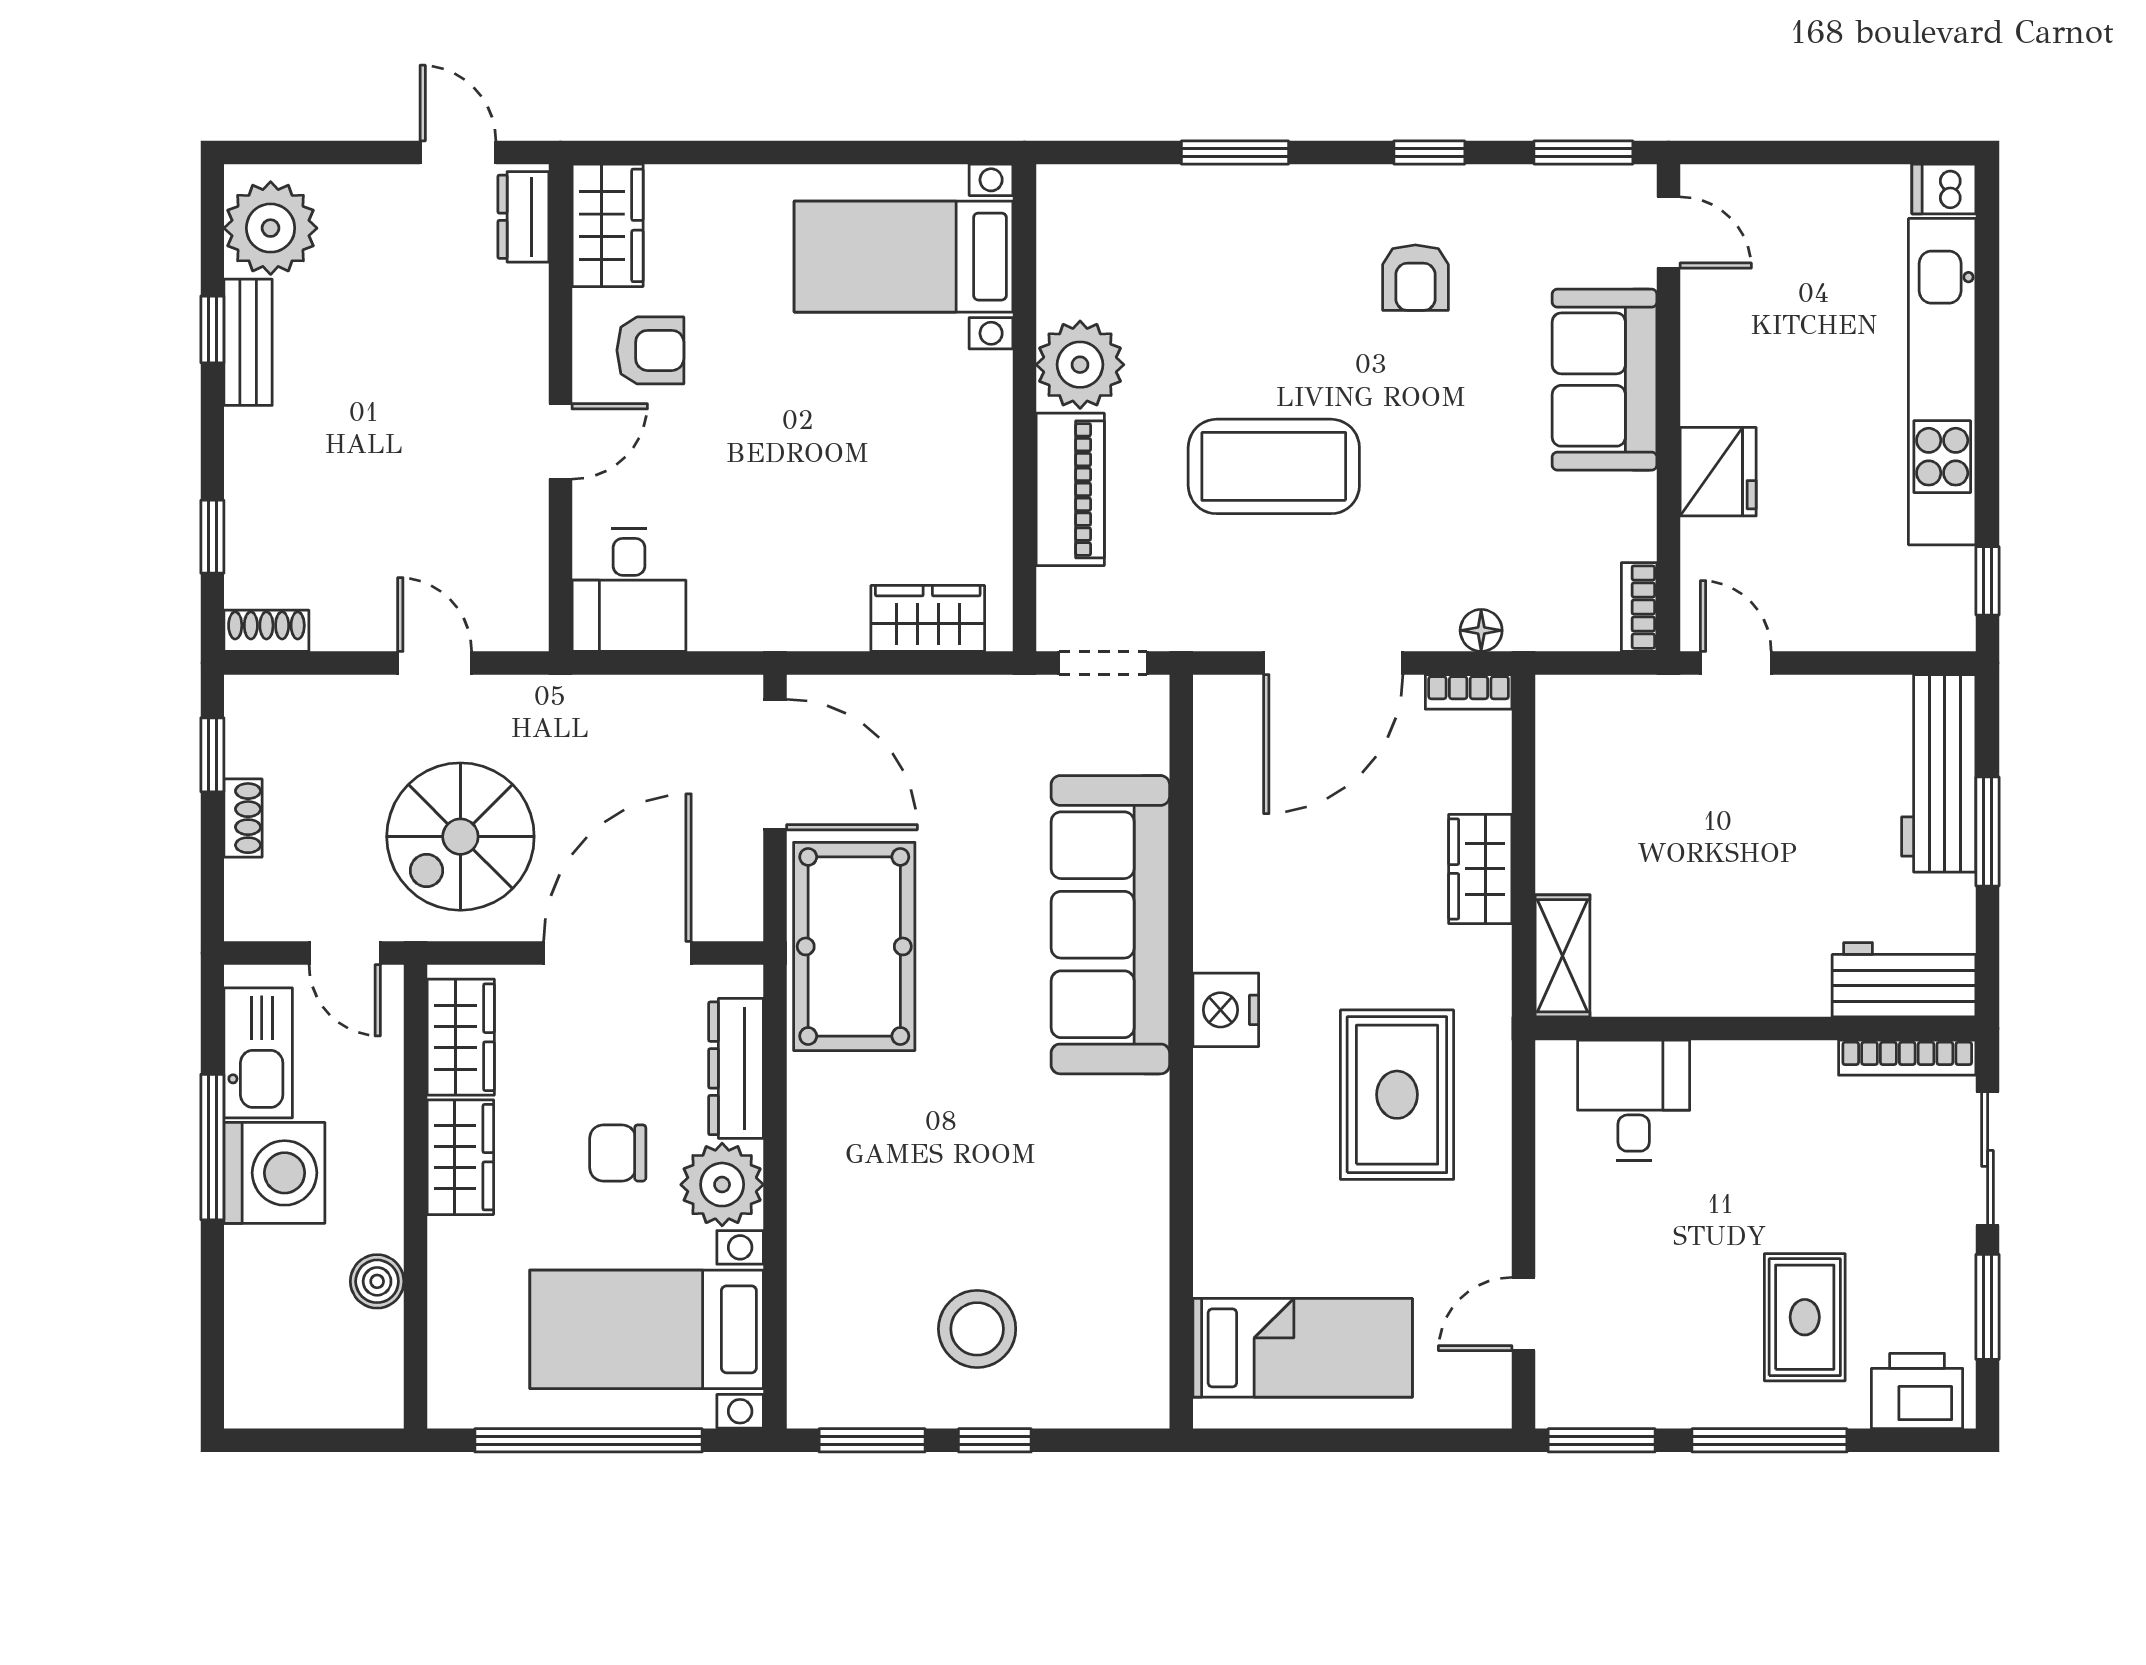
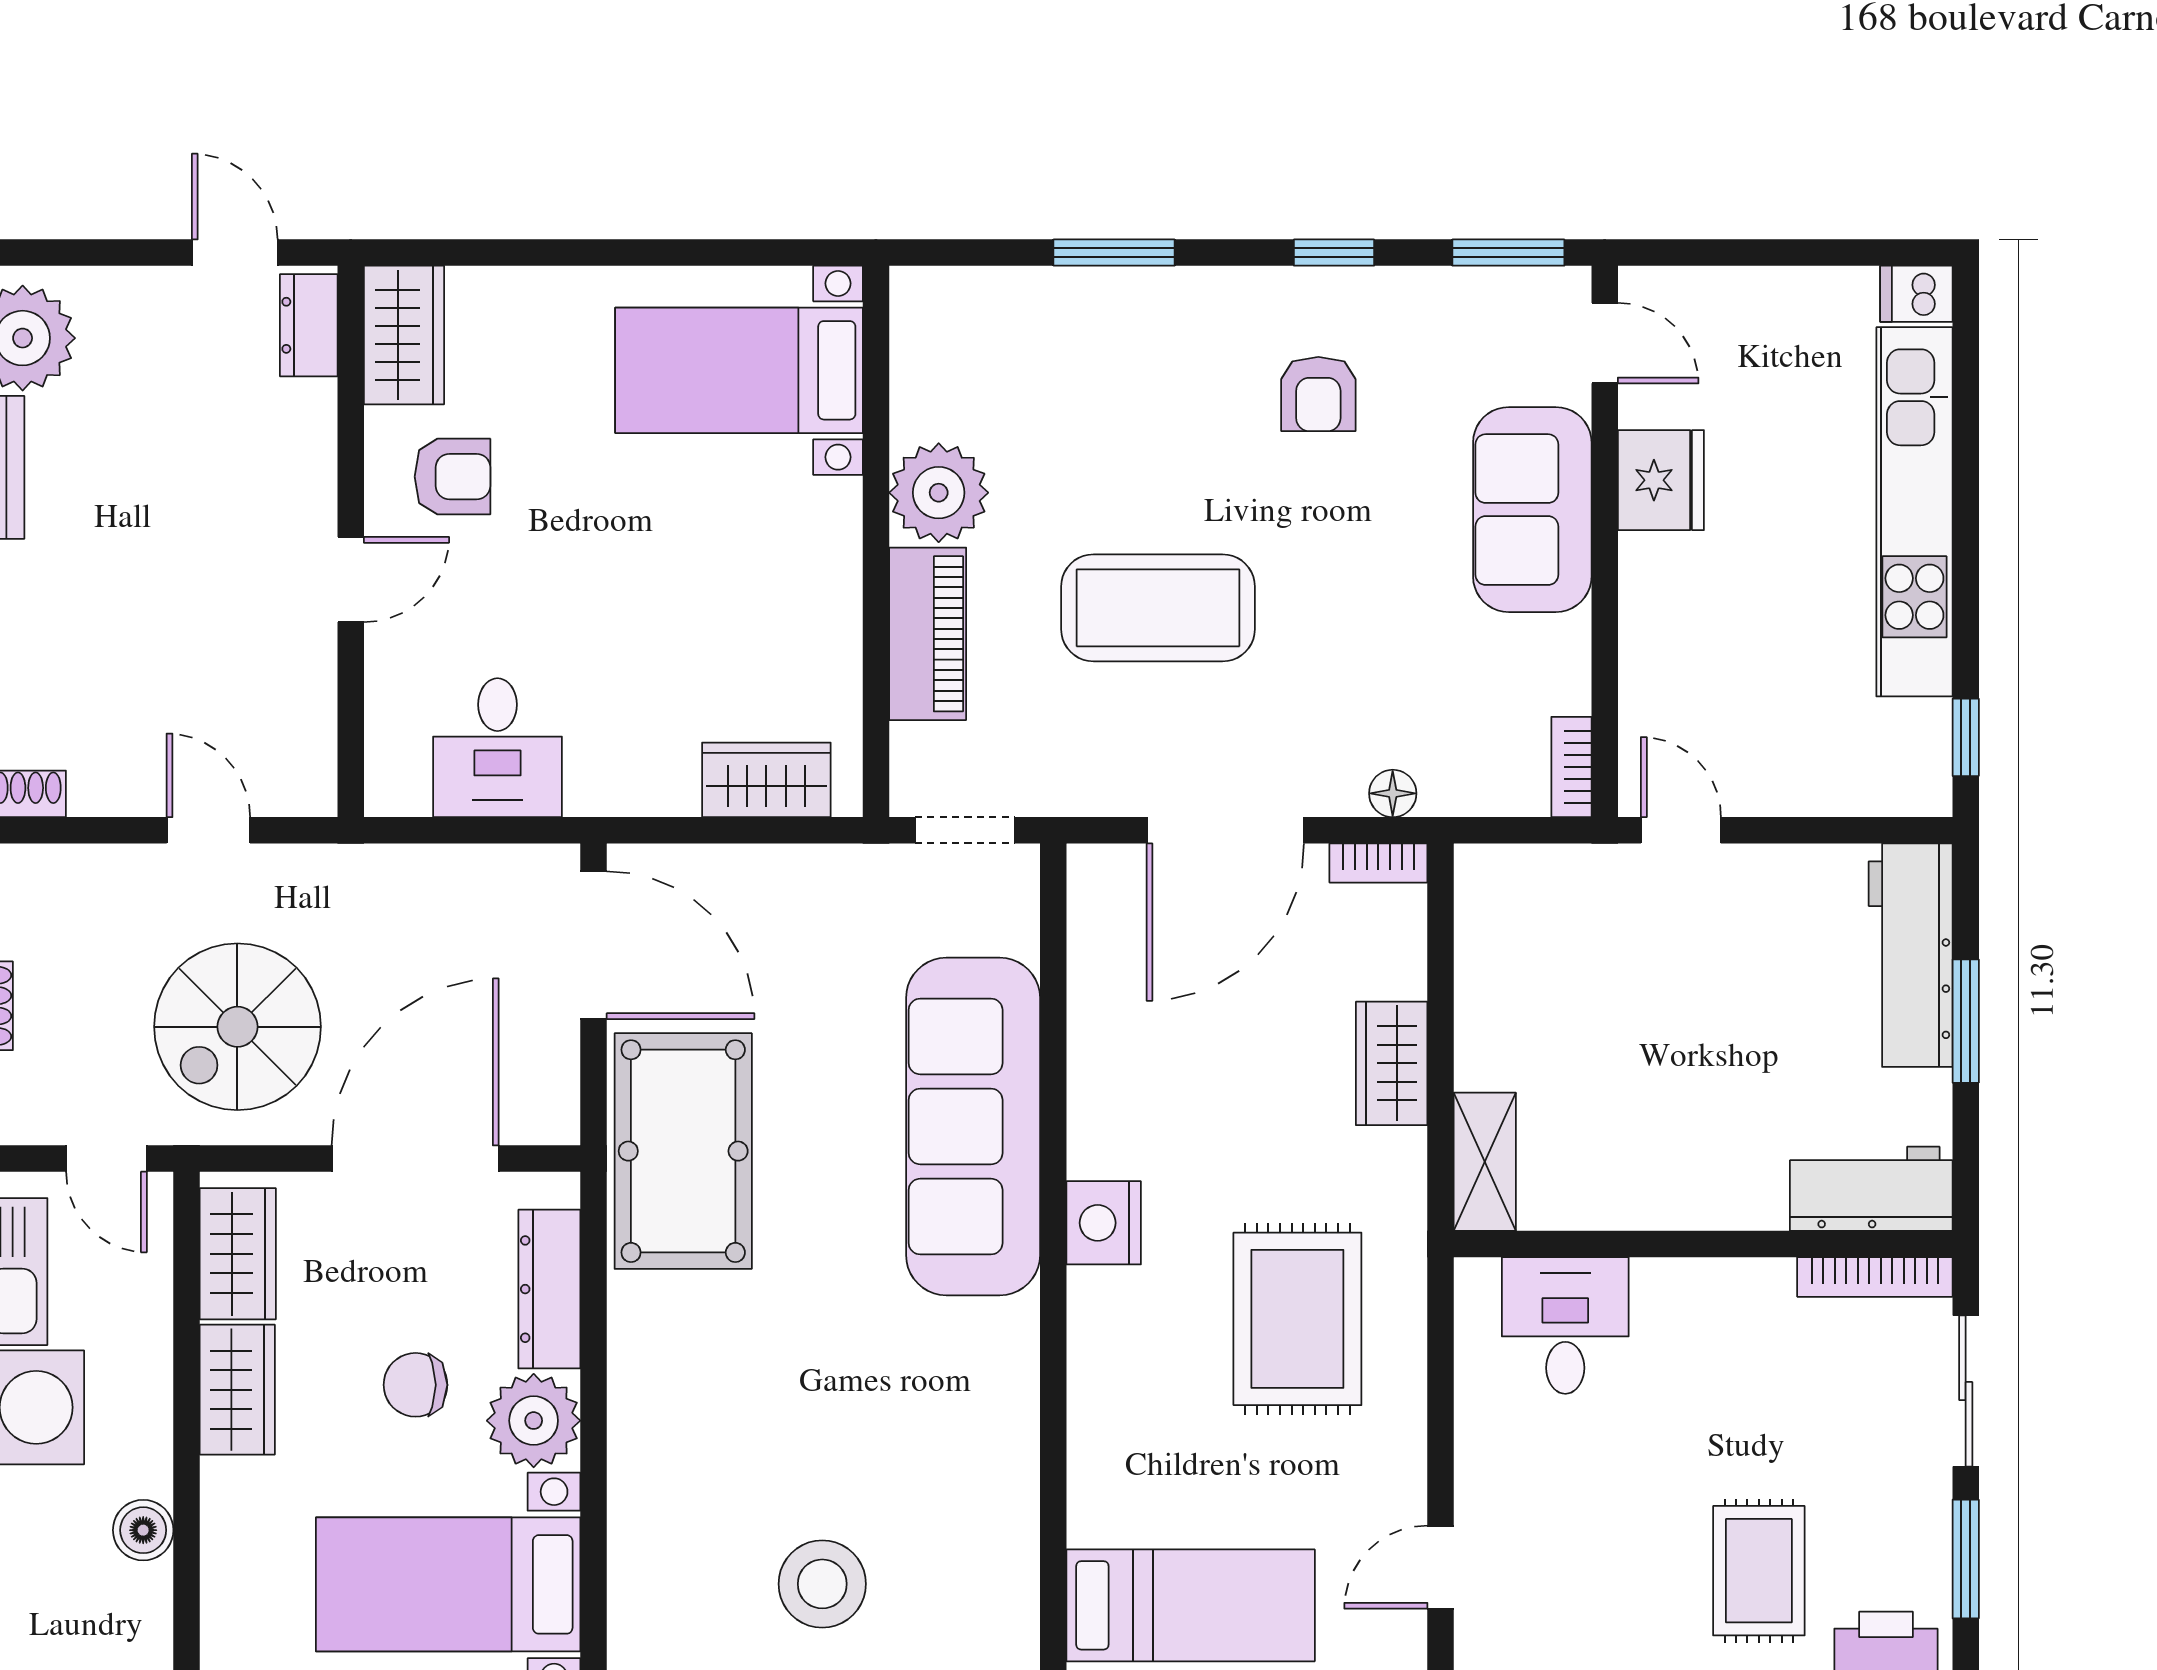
fridge: (1718, 472) -> (1661, 480), moved
desk: (629, 590) -> (497, 748), moved

